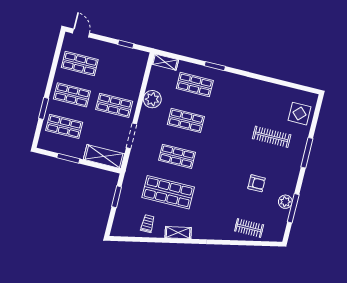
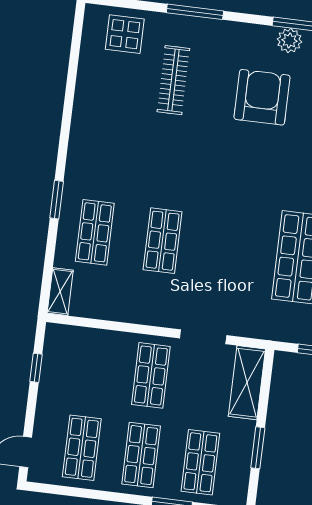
plant: (152, 99) -> (131, 307), removed
shop shelf: (177, 156) -> (230, 249), removed
armchair: (257, 183) -> (262, 97), width x1.88, depth x1.88

